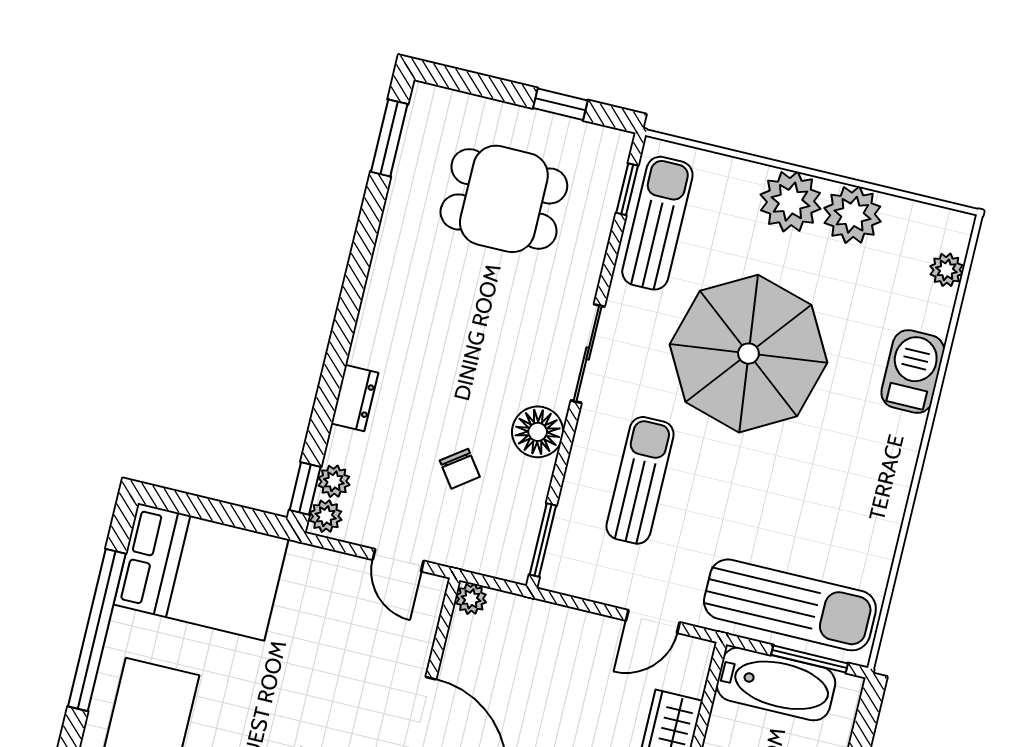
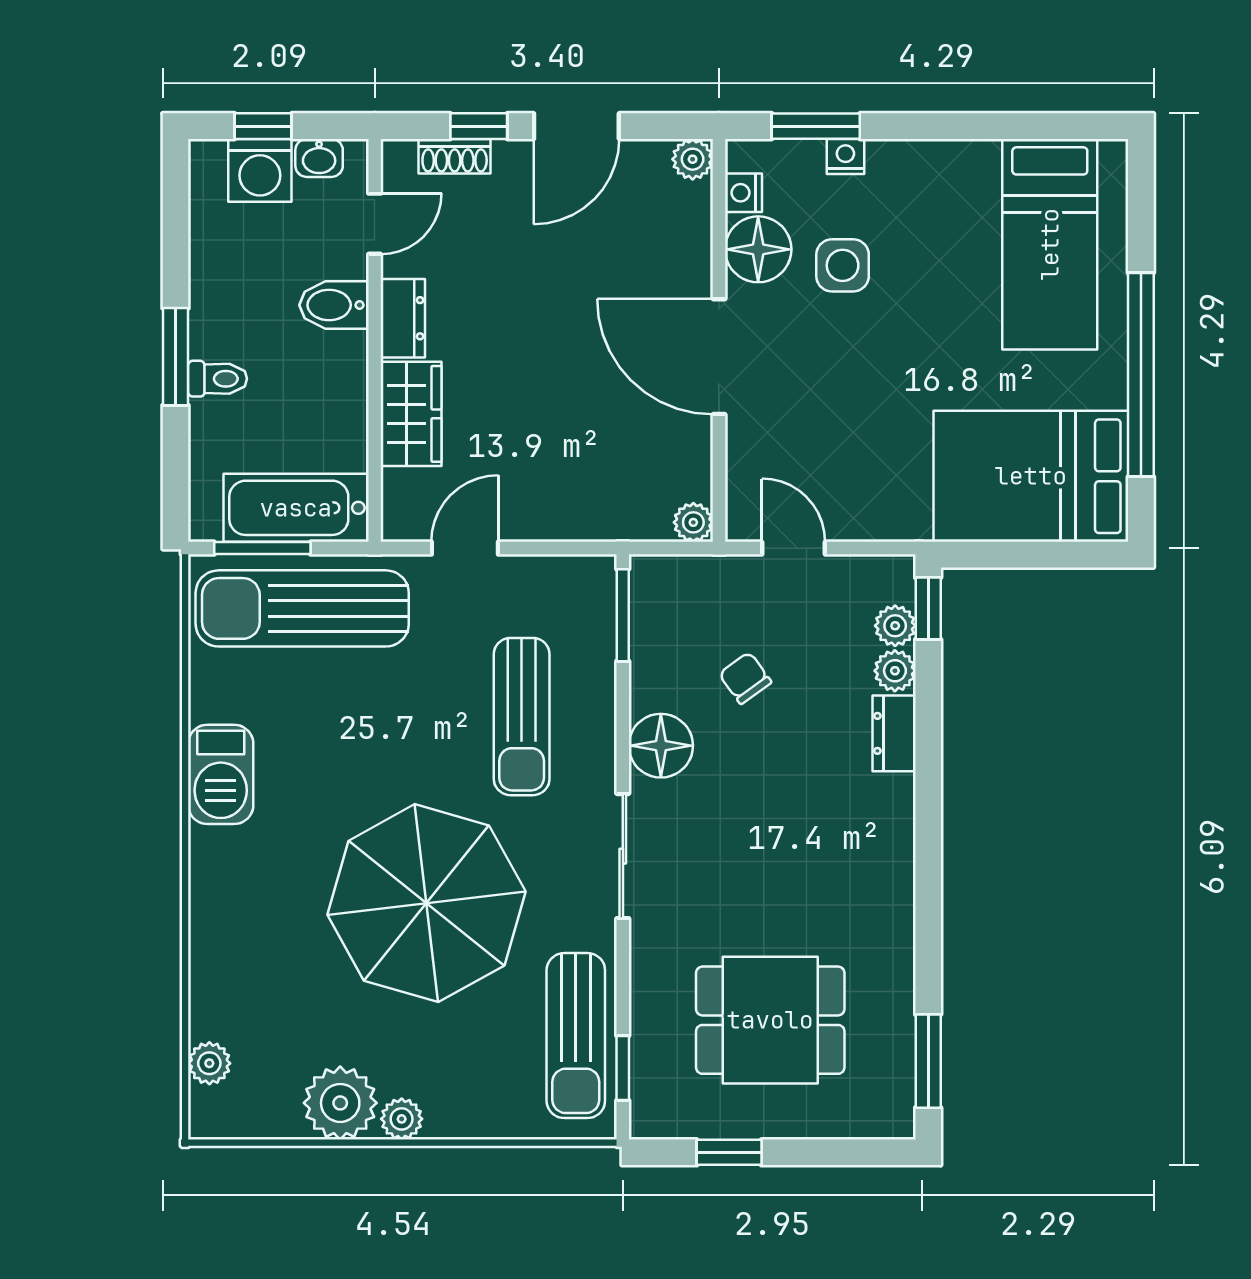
plant: (791, 202) -> (402, 1119), width x0.53, depth x0.53
barbecue: (913, 372) -> (221, 774), moved
plant: (326, 516) -> (895, 671), moved

